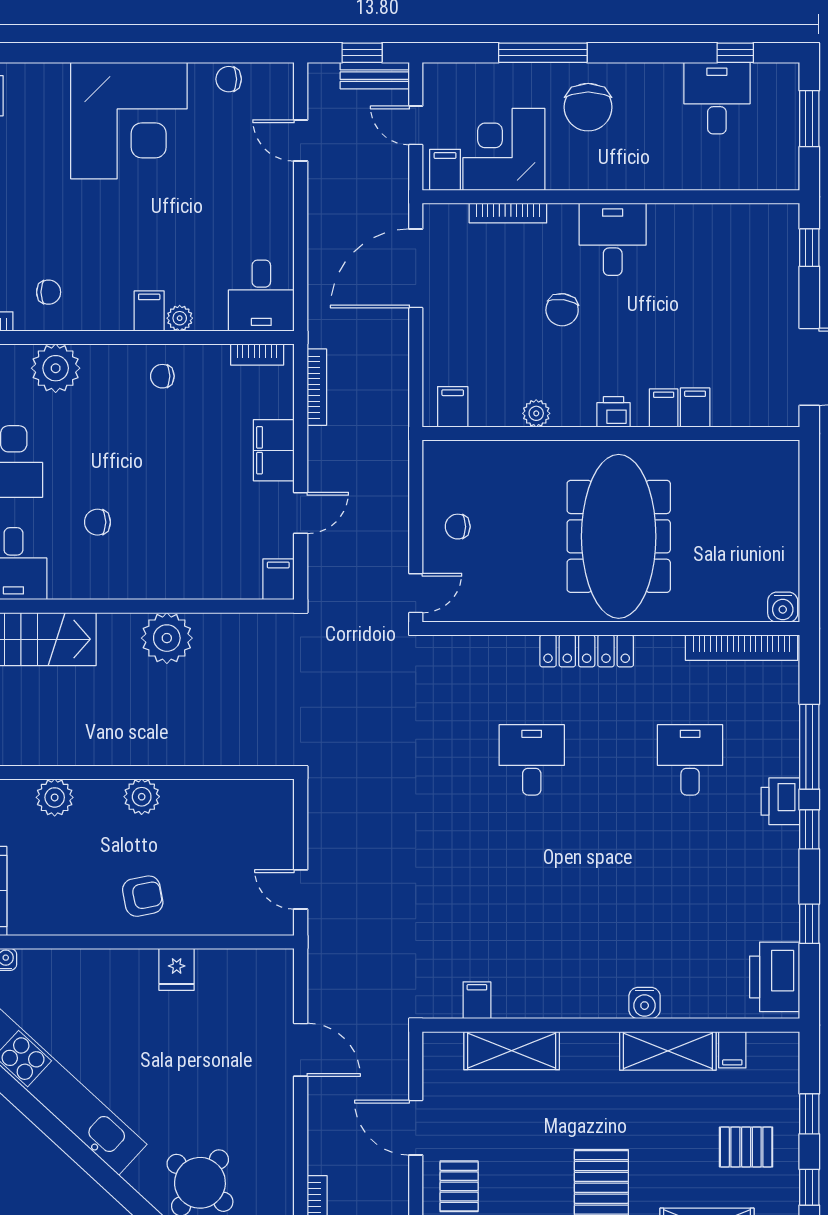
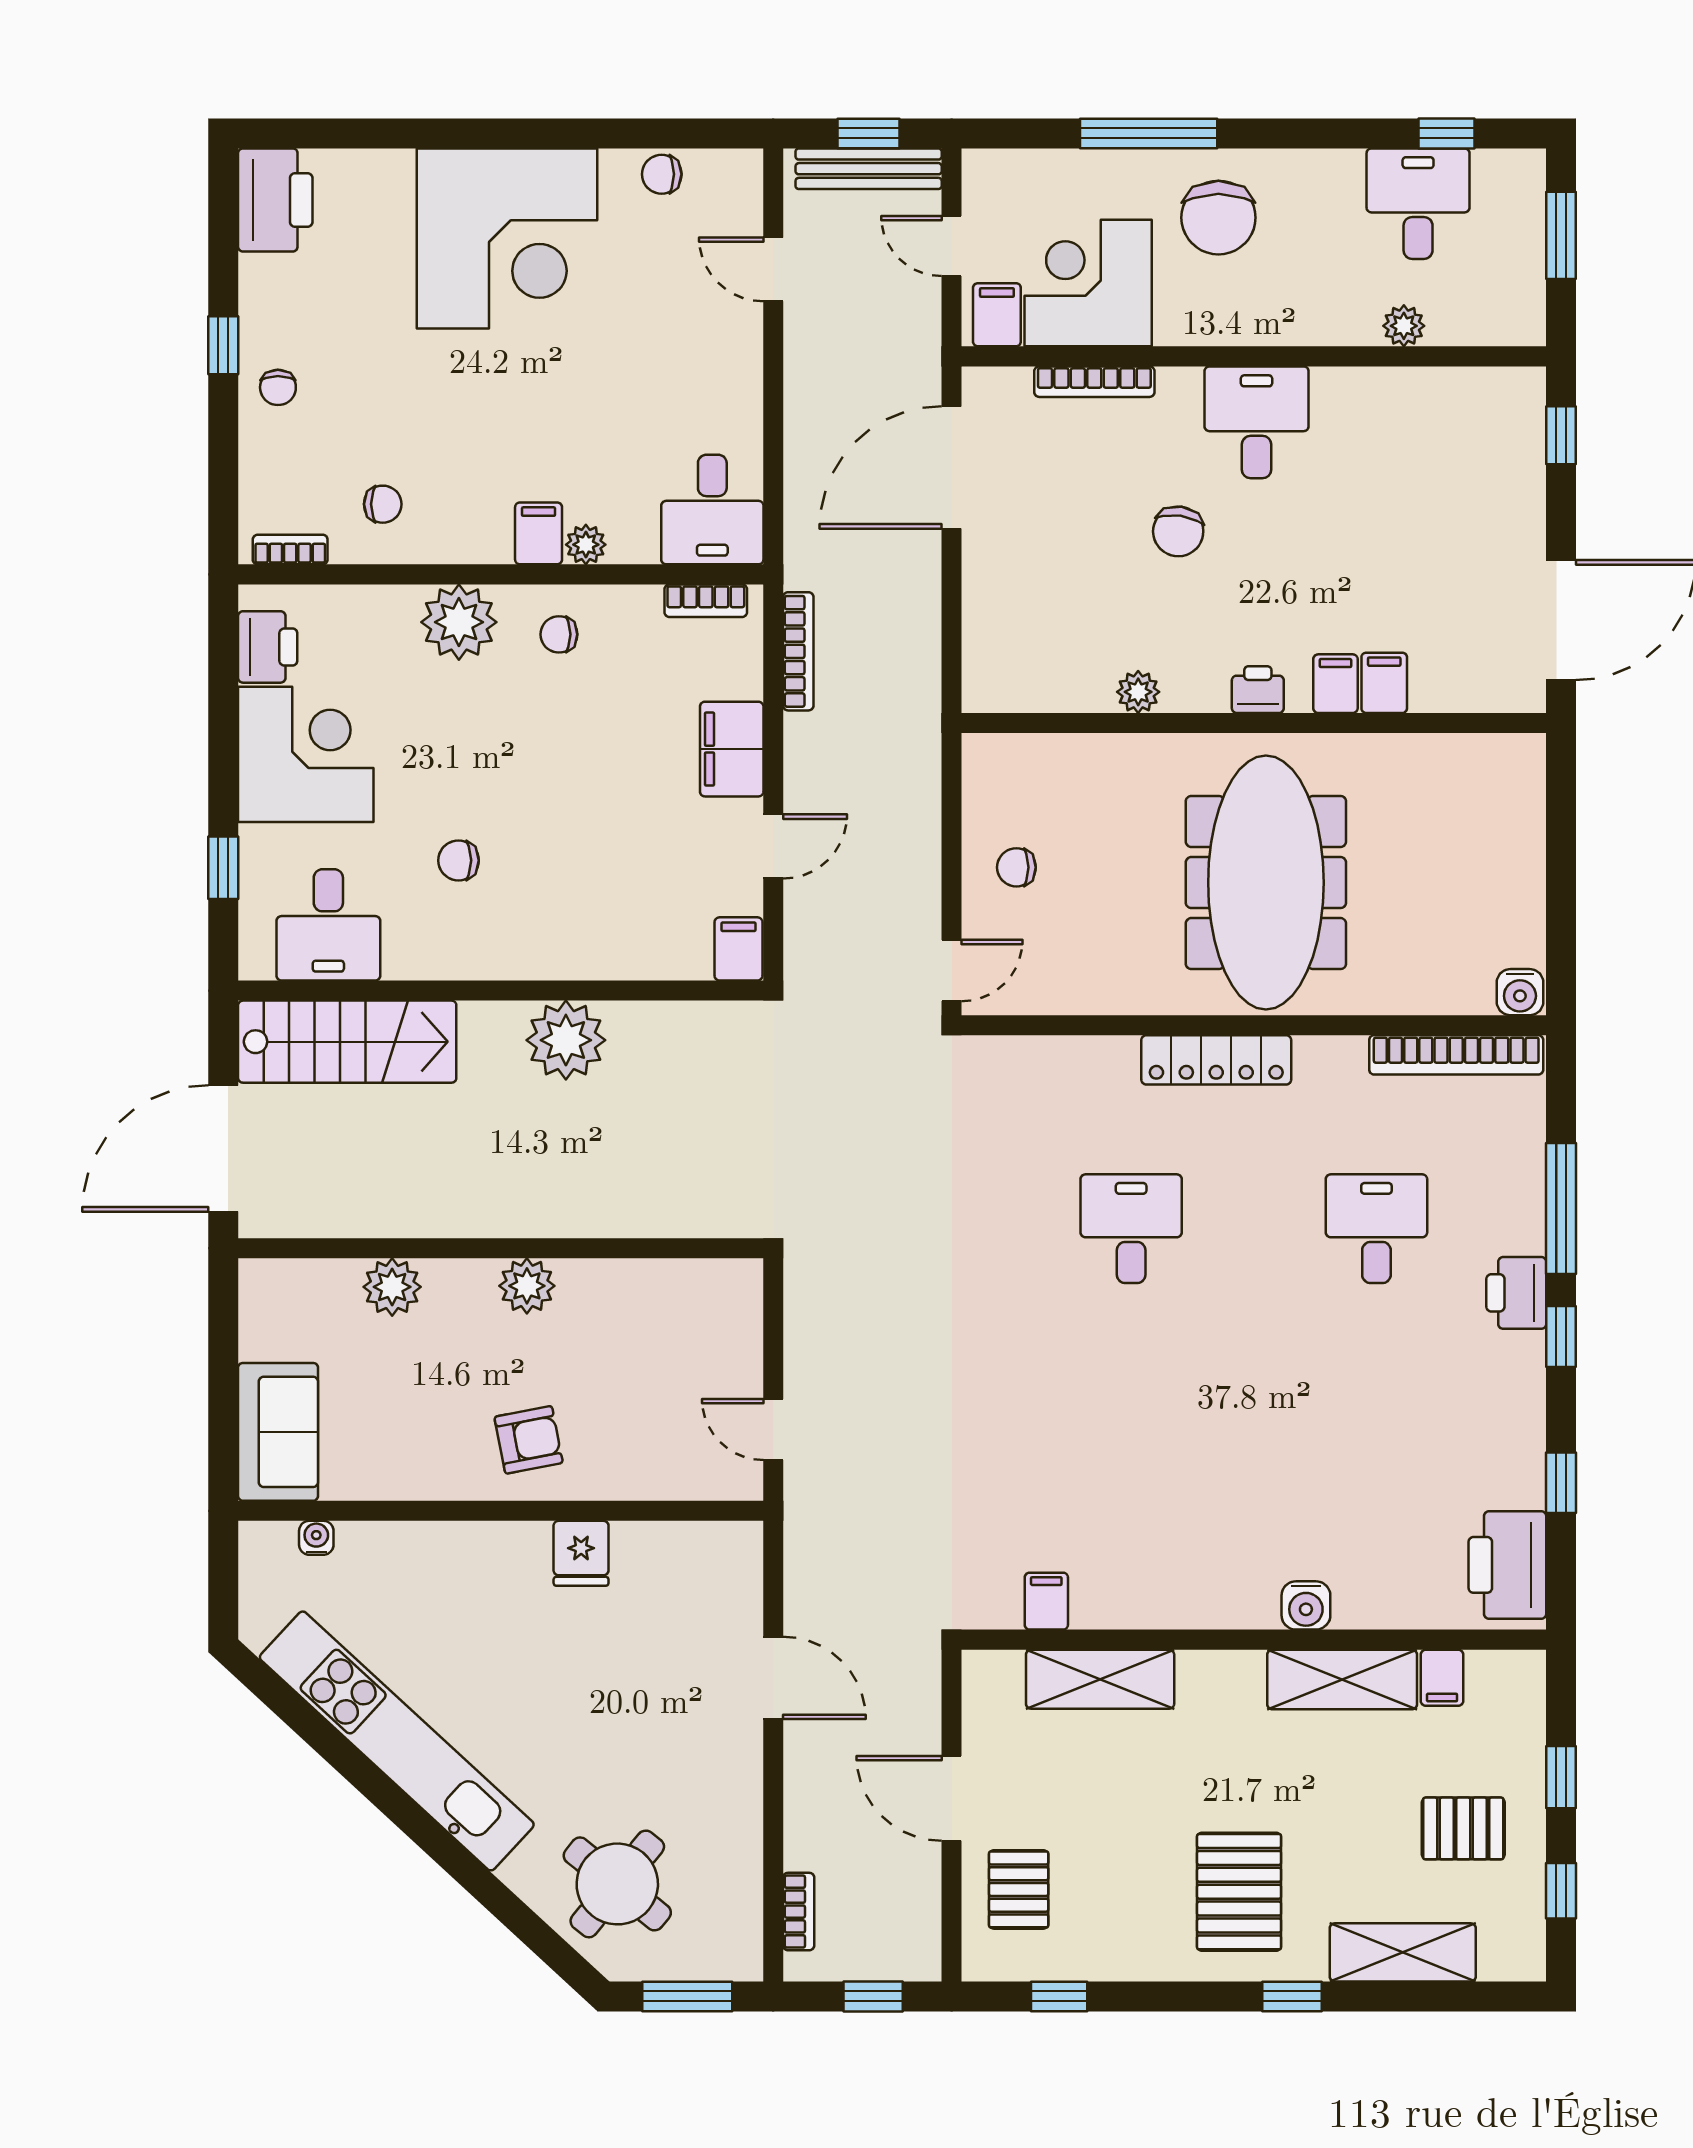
bench: (375, 76) -> (869, 169), width x1.36
plant: (708, 177) -> (1404, 326), added
plant: (56, 368) -> (459, 622), moved
filing cabinet: (453, 407) -> (1009, 682), removed

